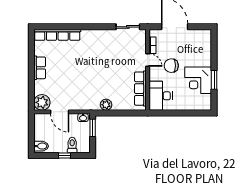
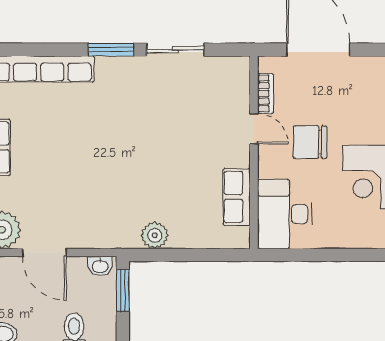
window: (88, 27) -> (111, 50), added
sliding door: (128, 27) -> (175, 50), moved
row of seats: (140, 89) -> (237, 197), width x0.68

